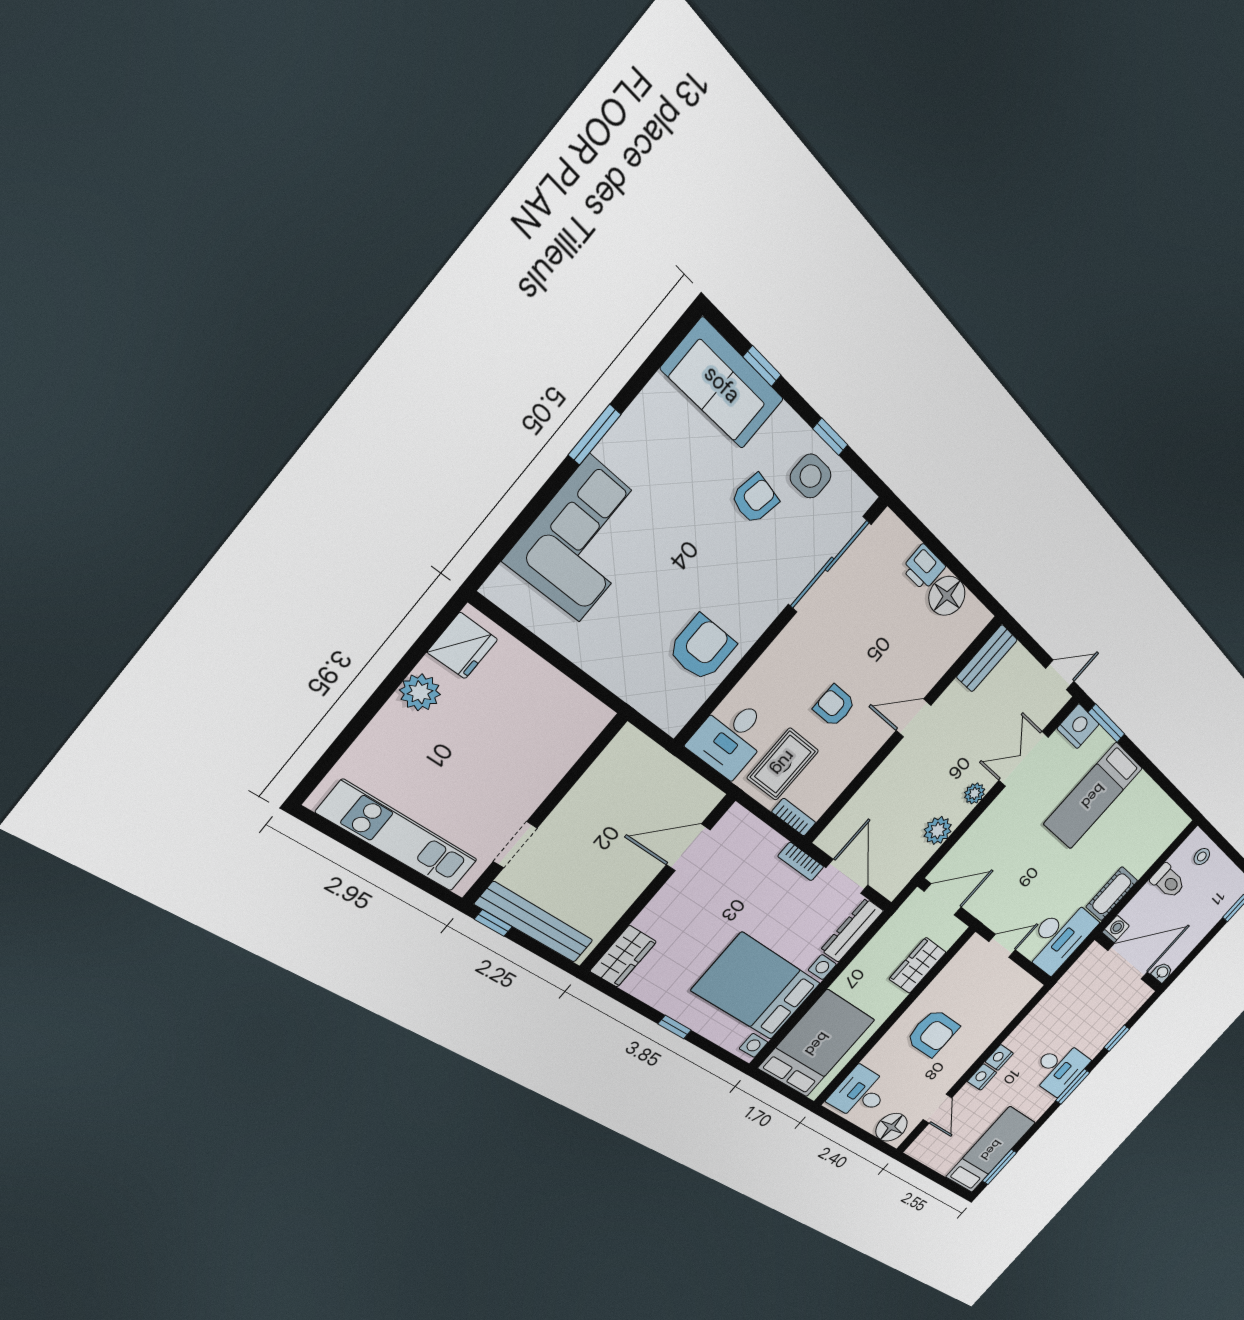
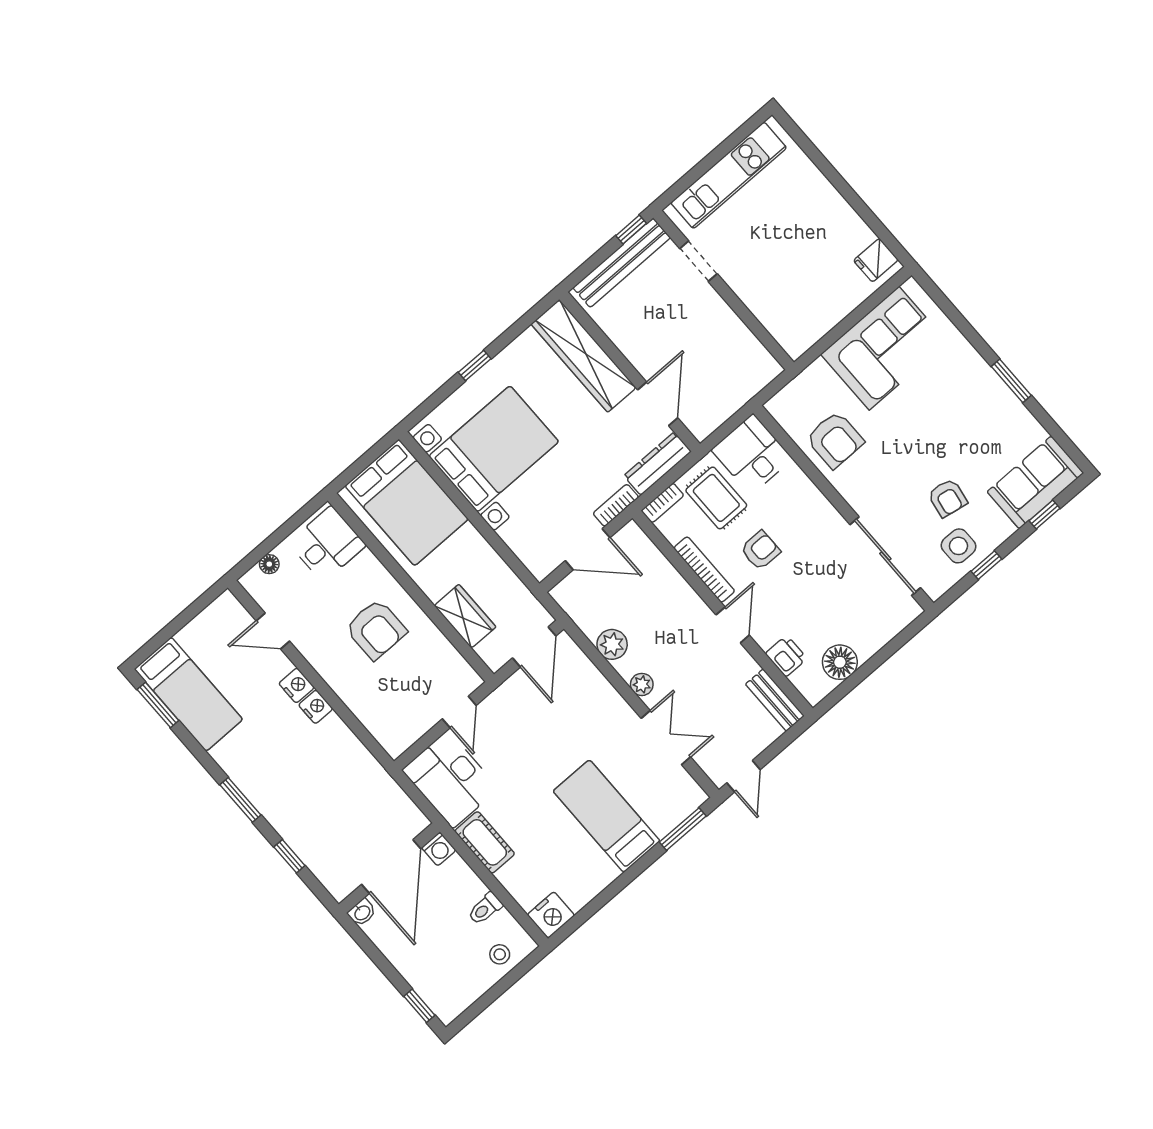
corner sofa: (584, 540) -> (884, 348), moved, turned -90
printer: (924, 568) -> (786, 656), moved, turned 90
fridge: (463, 646) -> (876, 260), width x0.72
plant: (420, 692) -> (842, 218), removed
nightstand: (1078, 726) -> (551, 915), moved
bookcase: (859, 759) -> (704, 570), added
toilet: (1168, 881) -> (485, 909), width x0.73, depth x0.72
dresser: (852, 930) -> (658, 464), moved, turned -90
wardrobe: (623, 956) -> (584, 356), width x2.10, depth x1.17
armchair: (933, 1033) -> (376, 629), turned -90
desk: (1059, 1068) -> (274, 782), removed
floor lamp: (891, 1127) -> (269, 564), width x0.53, depth x0.53

